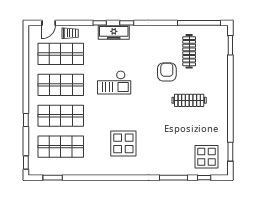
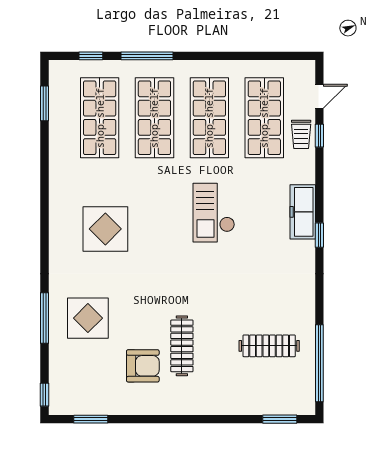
door: (49, 23) -> (319, 96), swing flipped
window: (100, 23) -> (319, 136), moved
armchair: (167, 72) -> (143, 366), moved
window: (26, 120) -> (147, 56), width x2.17
display table: (207, 157) -> (88, 318), moved
window: (26, 163) -> (91, 56), moved
window: (204, 178) -> (45, 395), moved

